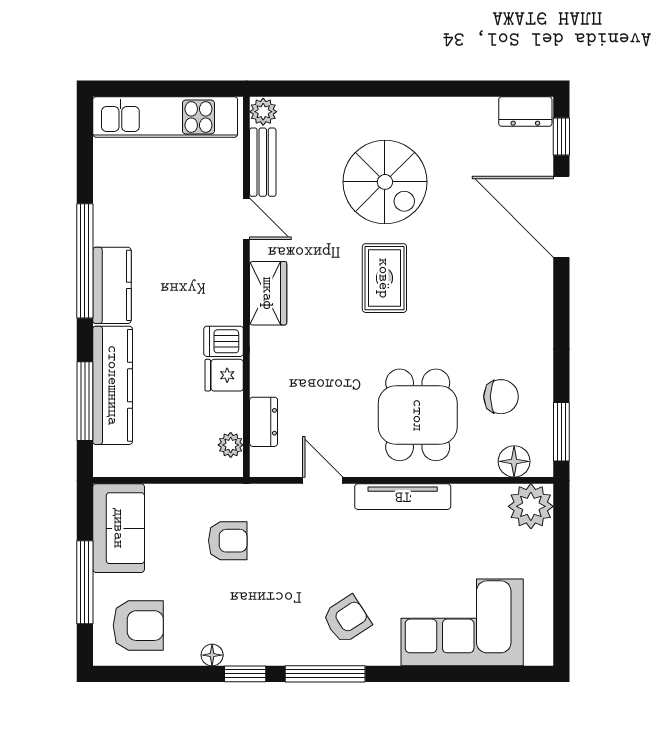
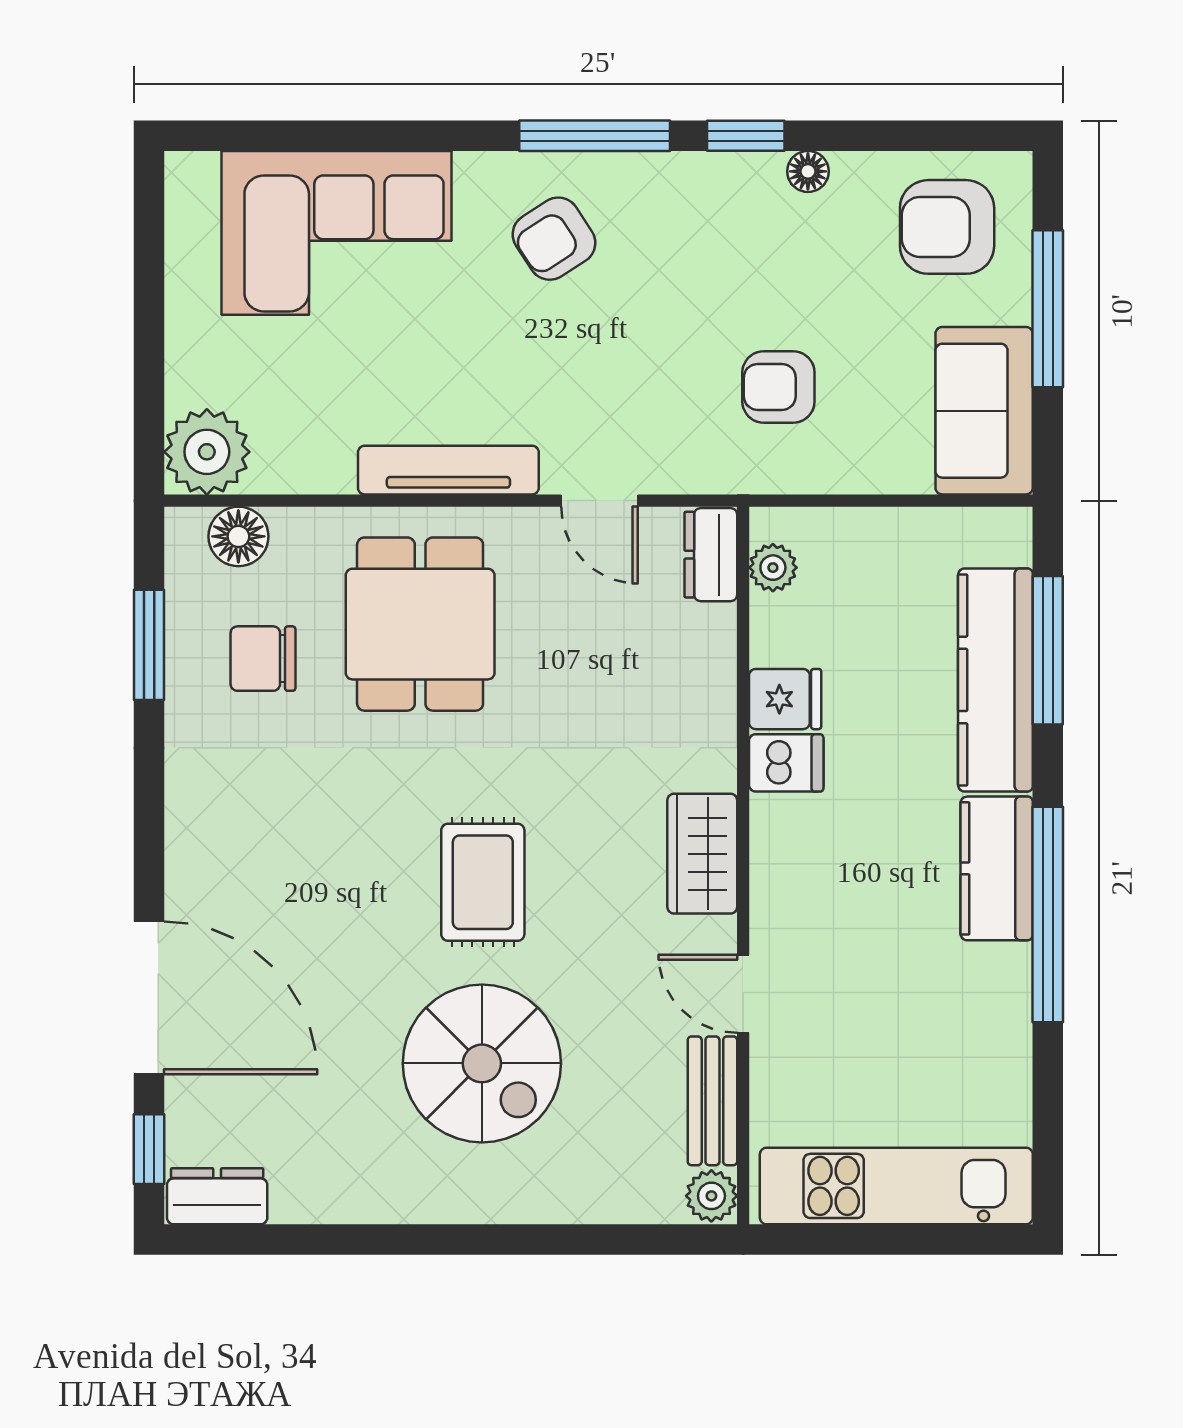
spiral stairs: (385, 182) -> (482, 1063), turned 180
dresser: (264, 422) -> (711, 555), moved
window: (561, 432) -> (149, 645), moved

